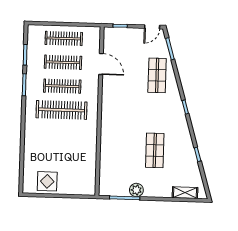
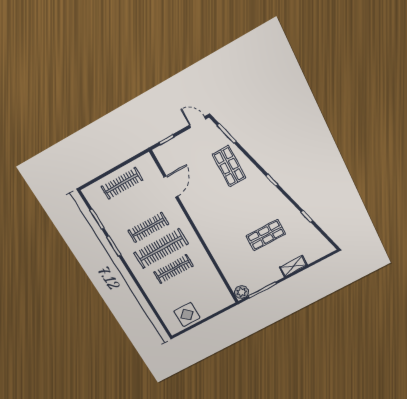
door: (152, 27) -> (197, 122), swing flipped
clothes rail: (63, 62) -> (173, 269), moved
door: (101, 64) -> (171, 187), hinge flipped
shop shelf: (155, 150) -> (266, 235), turned 90
plant: (136, 190) -> (242, 292), moved
shelving: (185, 193) -> (293, 266), moved

